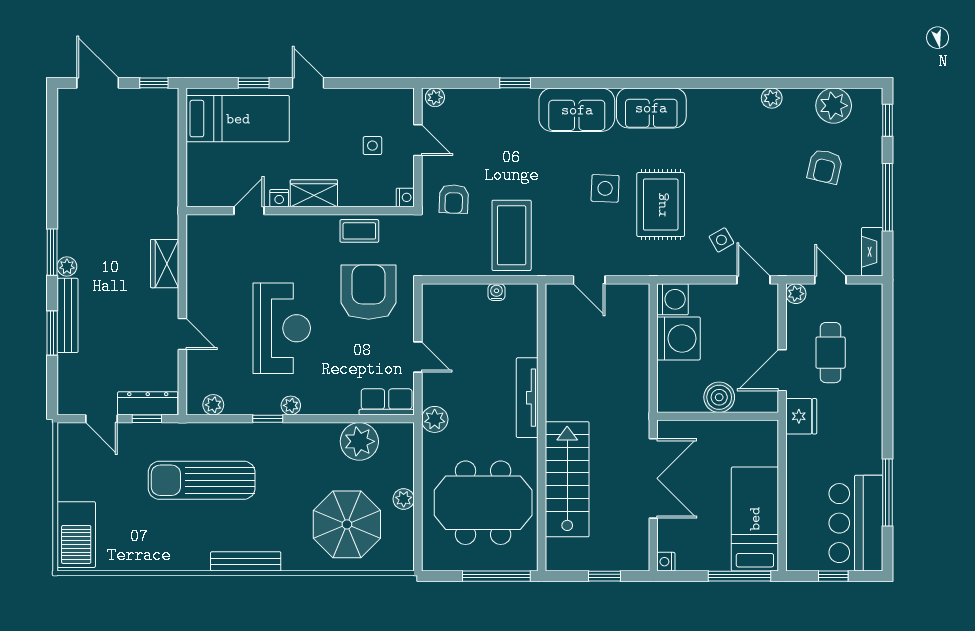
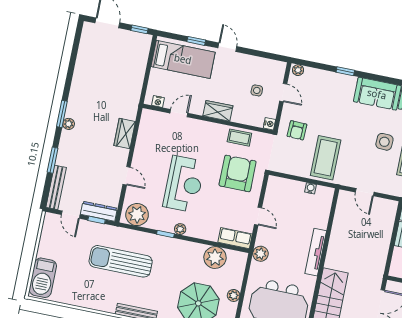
nightstand: (279, 198) -> (158, 101), moved
bench: (68, 315) -> (56, 187), moved
plant: (213, 405) -> (137, 215), width x1.87, depth x1.87

